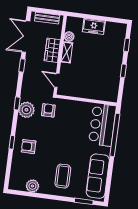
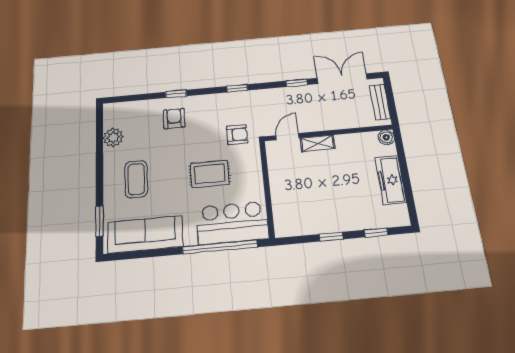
freezer: (94, 26) -> (391, 180), width x1.40
boiler: (69, 37) -> (386, 137), moved
wardrobe: (52, 50) -> (333, 120), removed
shelving: (67, 52) -> (318, 143), moved
plant: (26, 110) -> (230, 103), removed
rug: (70, 132) -> (210, 174), added
coffee table: (63, 176) -> (136, 179), turned 90

